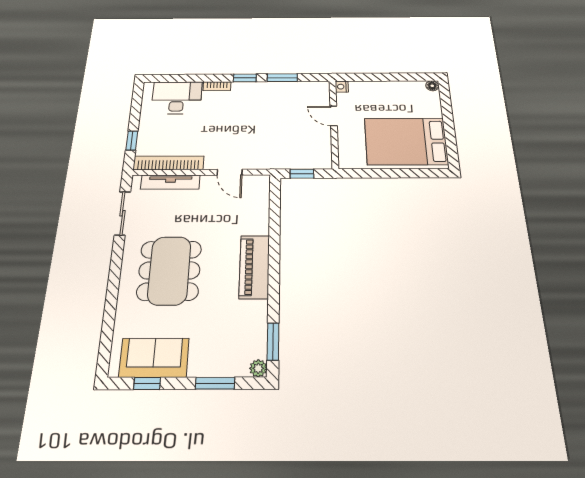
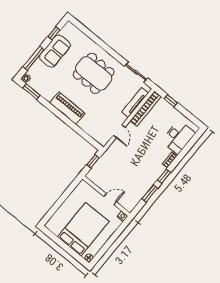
bed: (406, 141) -> (83, 229), moved
door: (230, 172) -> (119, 131), swing flipped
sofa: (154, 358) -> (55, 51), moved
window: (215, 383) -> (34, 58), width x1.44

